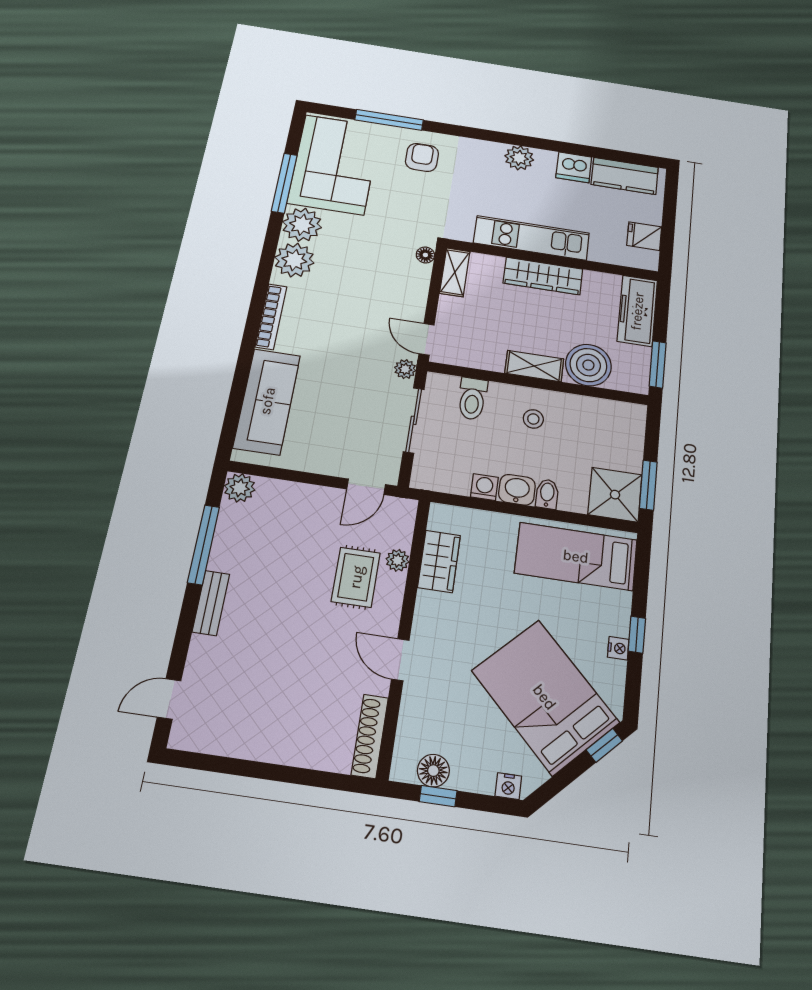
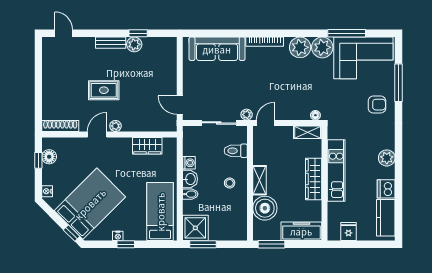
plant: (240, 488) -> (134, 44), moved
window: (204, 545) -> (138, 33), width x0.46
plant: (398, 560) -> (115, 126), moved
rug: (356, 577) -> (104, 90), moved

